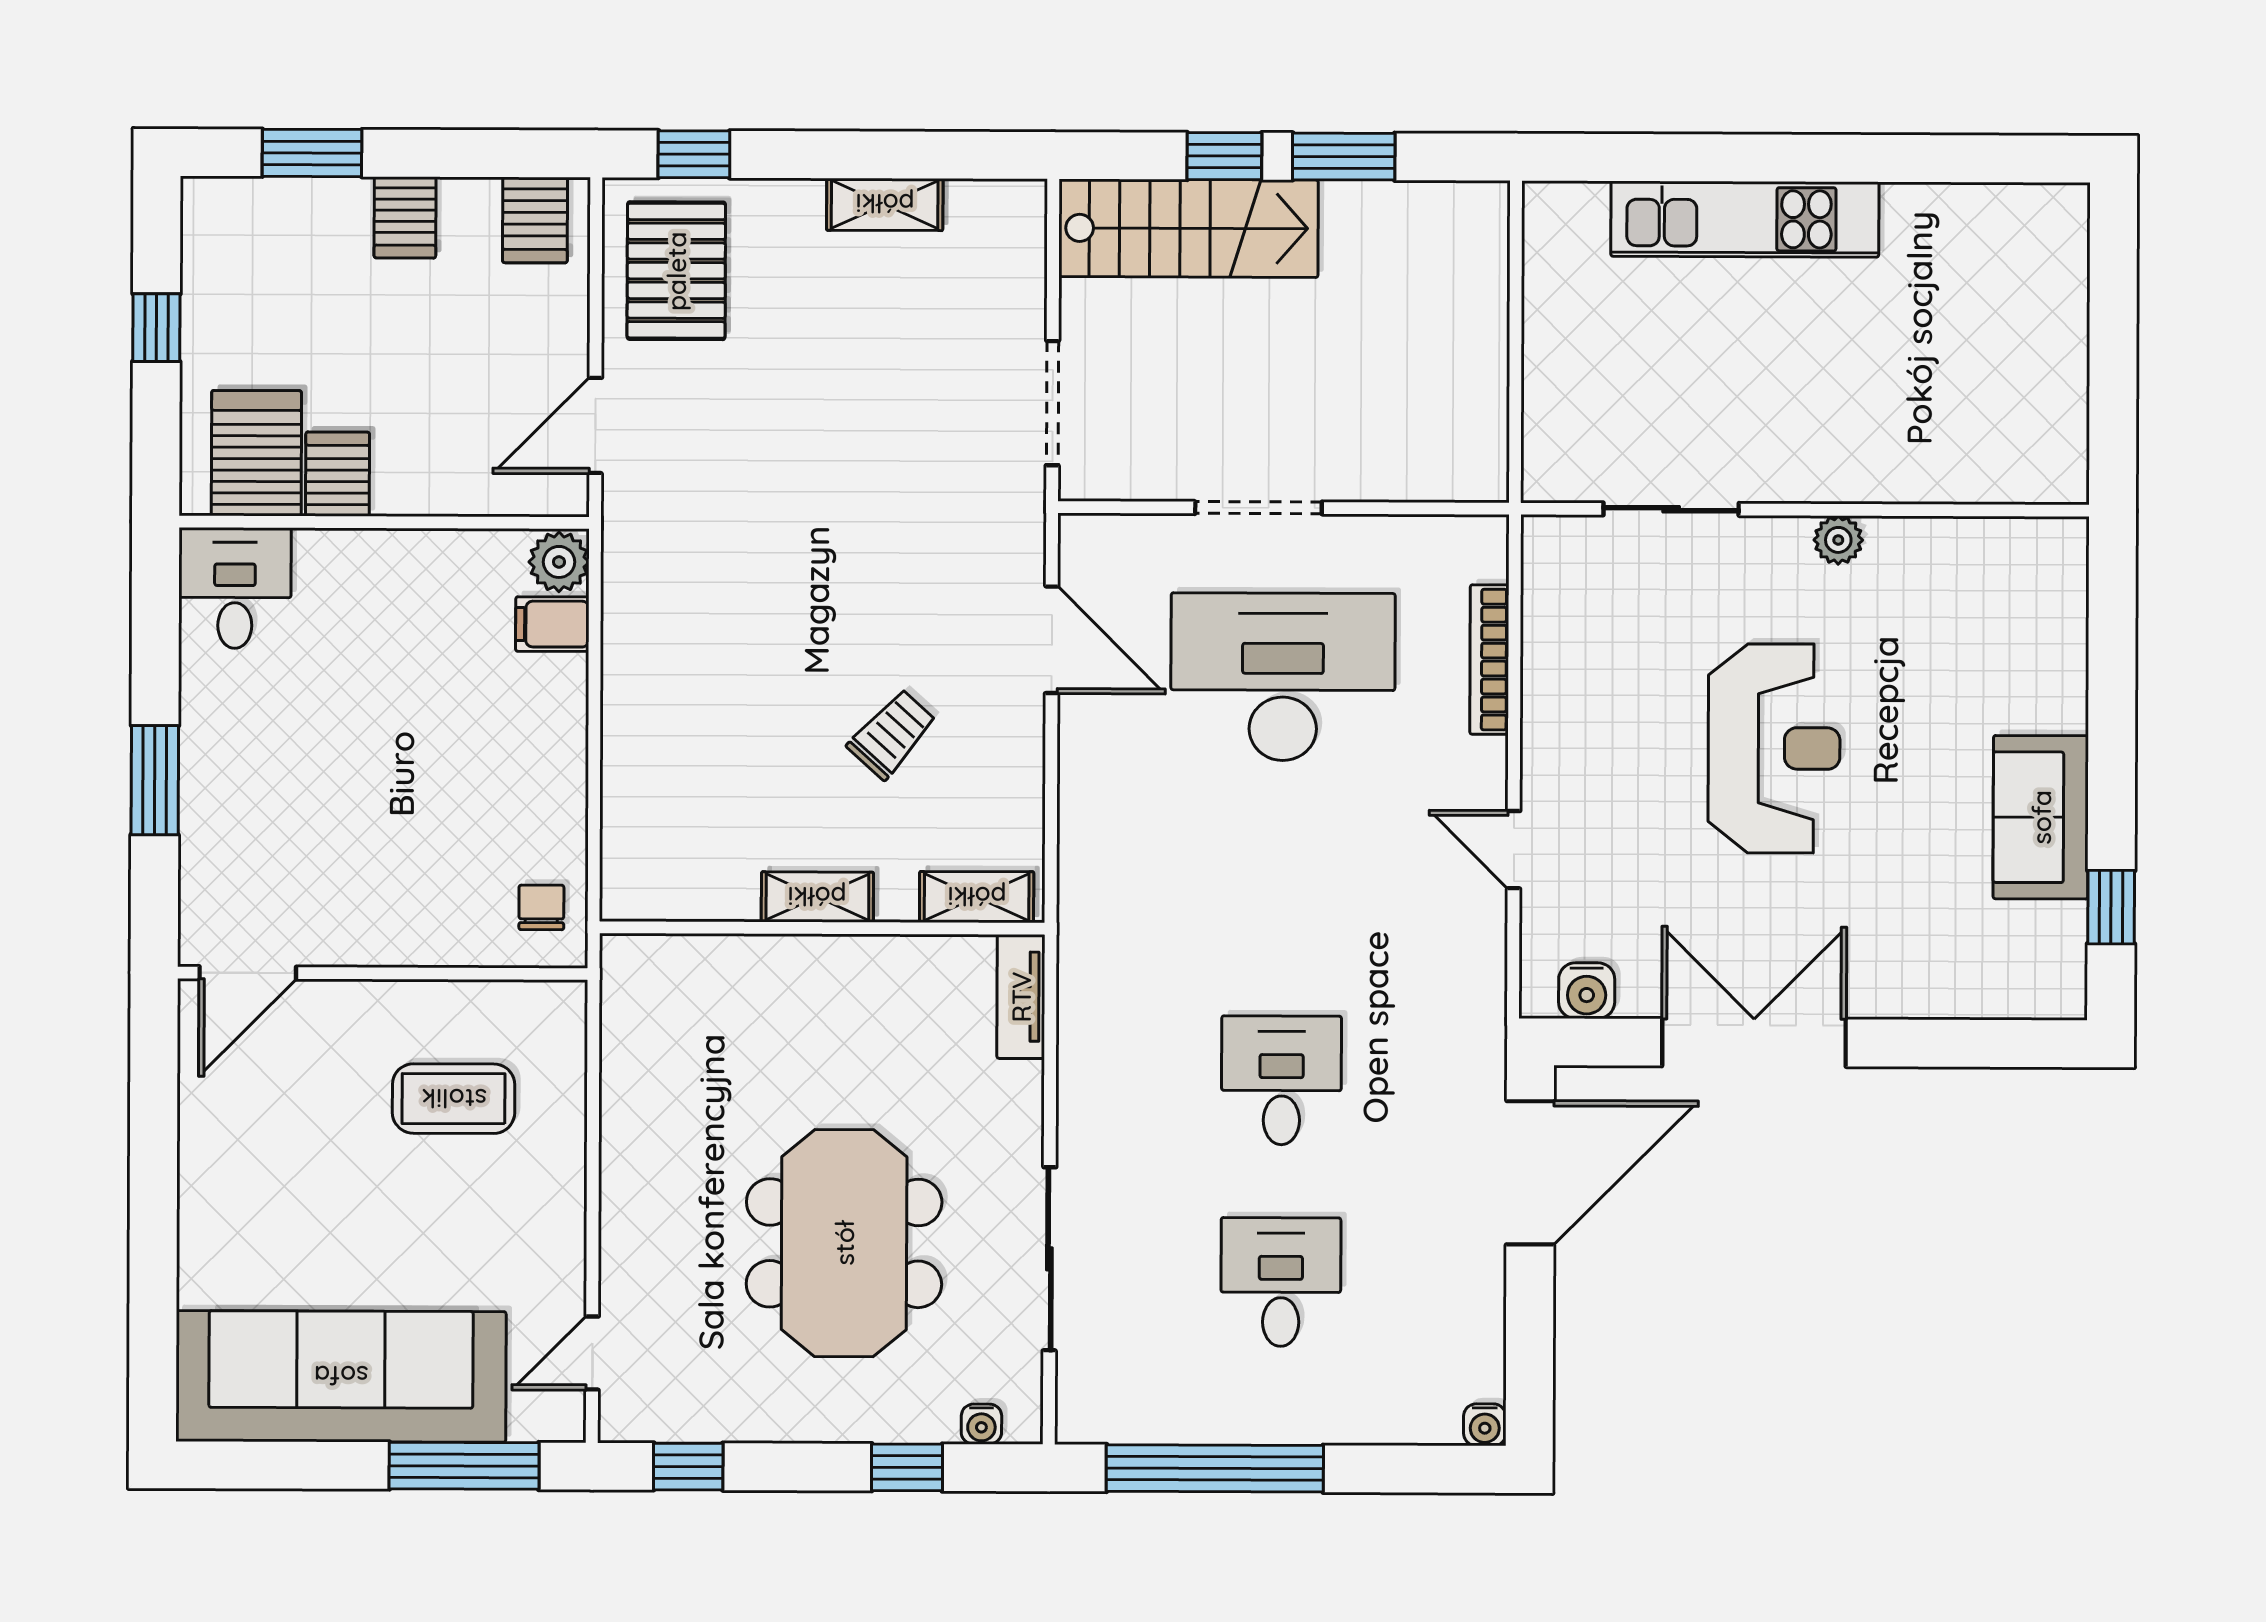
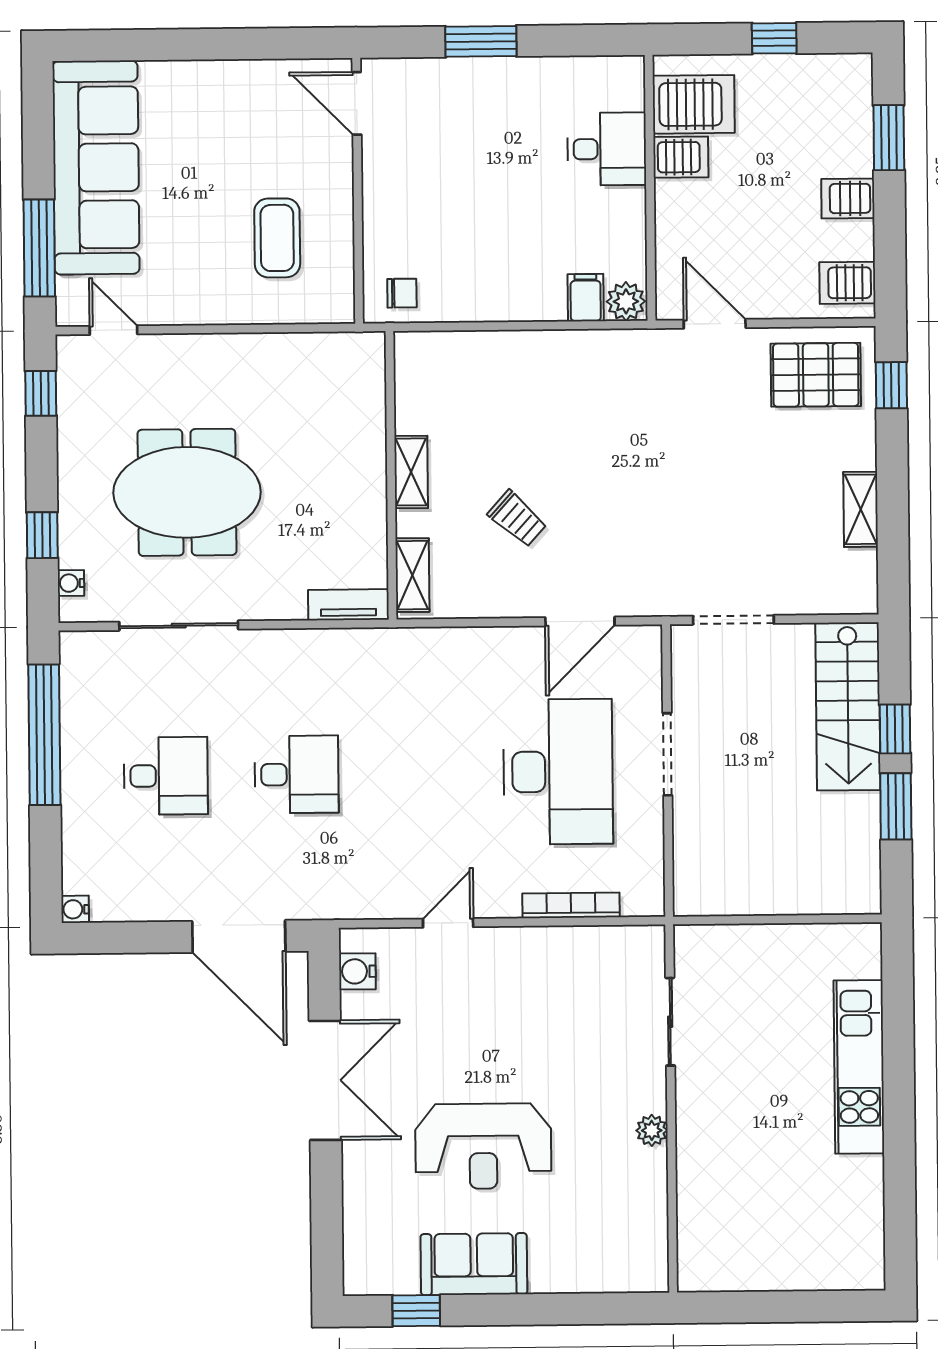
desk: (235, 588) -> (607, 149), moved
reception desk: (1774, 748) -> (483, 1146), moved

